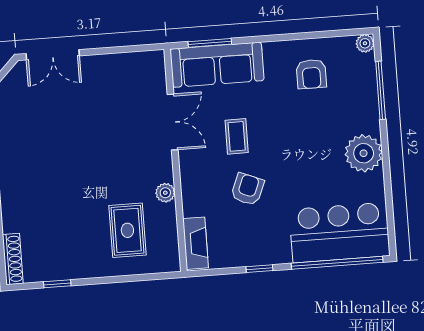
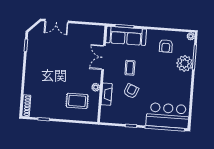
double door: (173, 122) -> (103, 58), swing flipped
plant: (364, 153) -> (185, 63), moved
rug: (127, 230) -> (77, 101), turned 90
fireplace: (196, 243) -> (107, 94), moved

